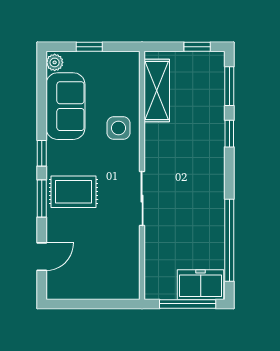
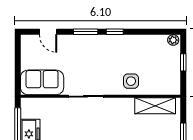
sofa: (65, 106) -> (42, 82), moved, turned 180
rug: (73, 192) -> (90, 52), removed

